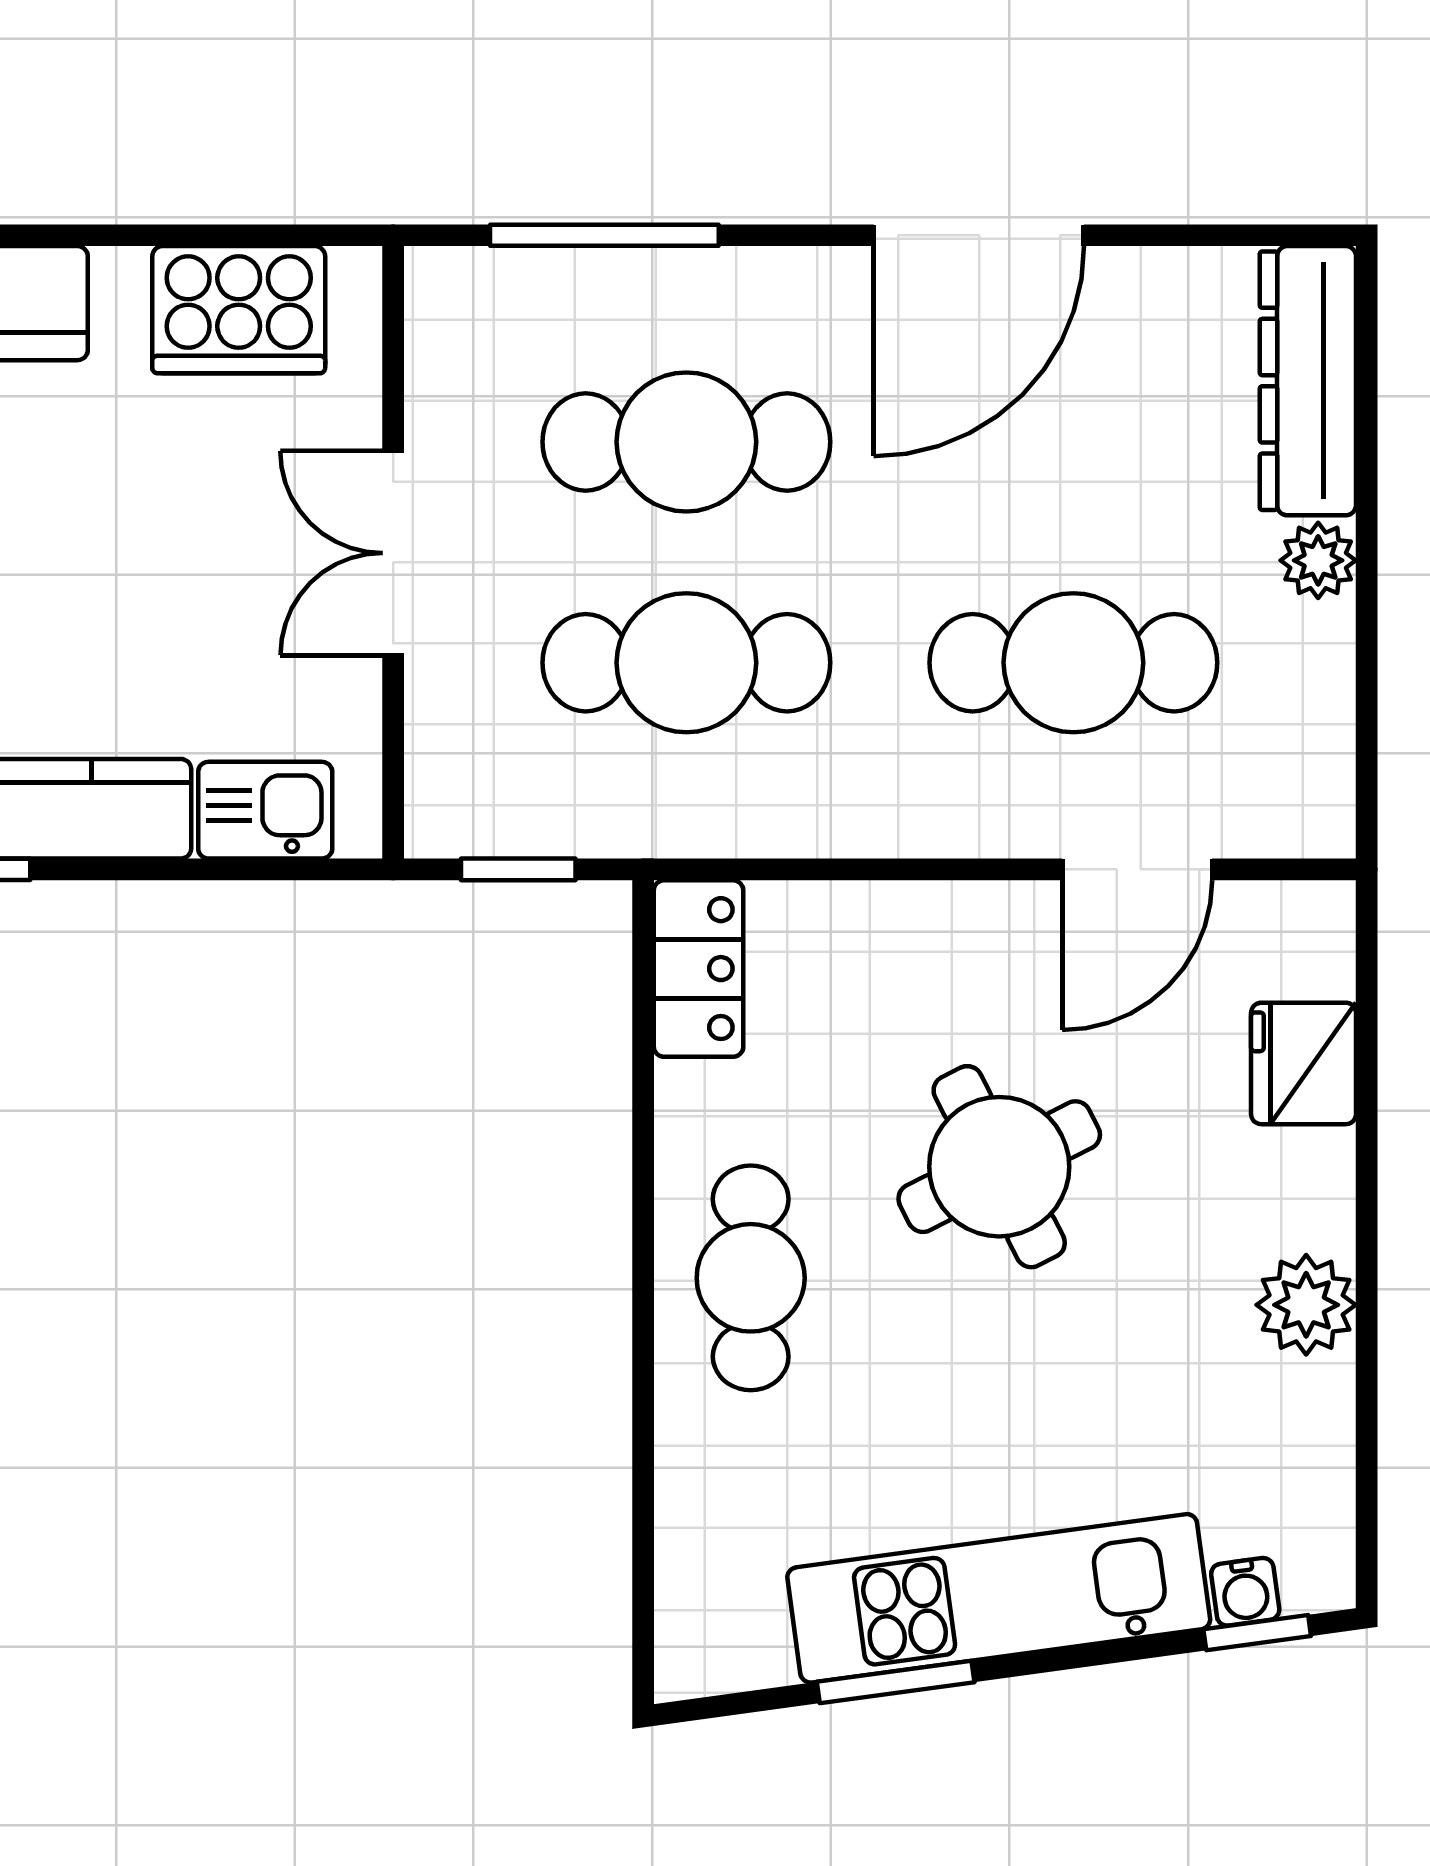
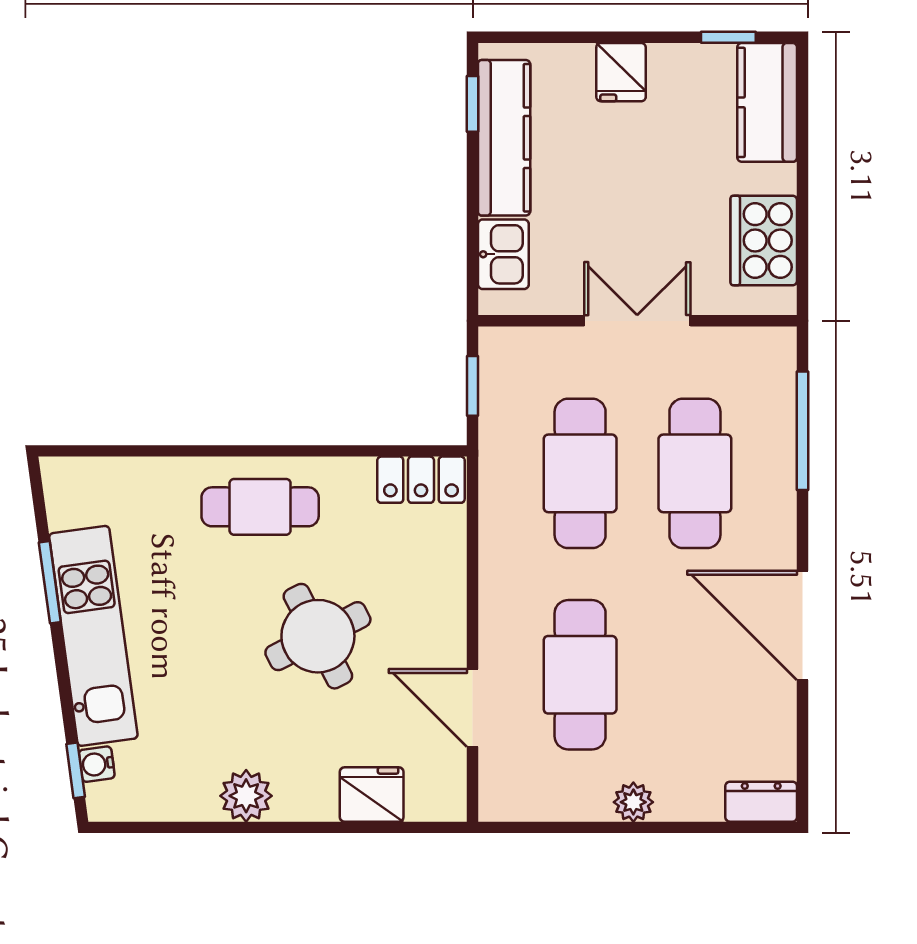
dresser: (1308, 381) -> (761, 802), width x0.51, depth x0.80

